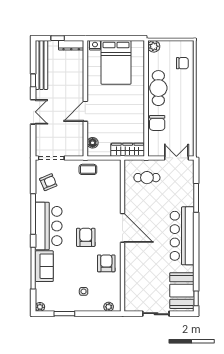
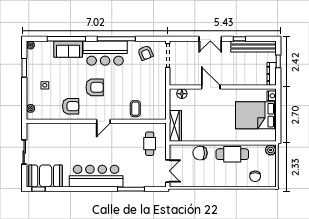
coffee table: (88, 169) -> (135, 109), moved
door: (123, 228) -> (103, 121), width x0.53

